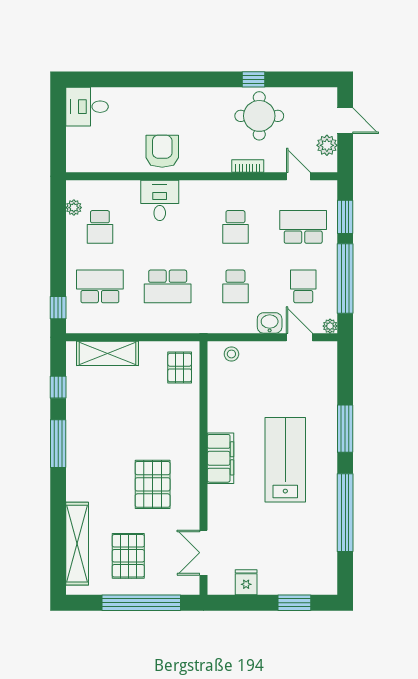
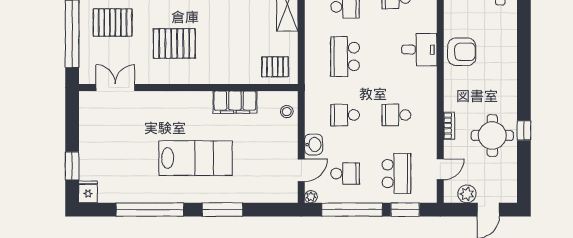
filing cabinet: (221, 458) -> (235, 102), moved
fridge: (246, 582) -> (88, 192), moved, turned -90

